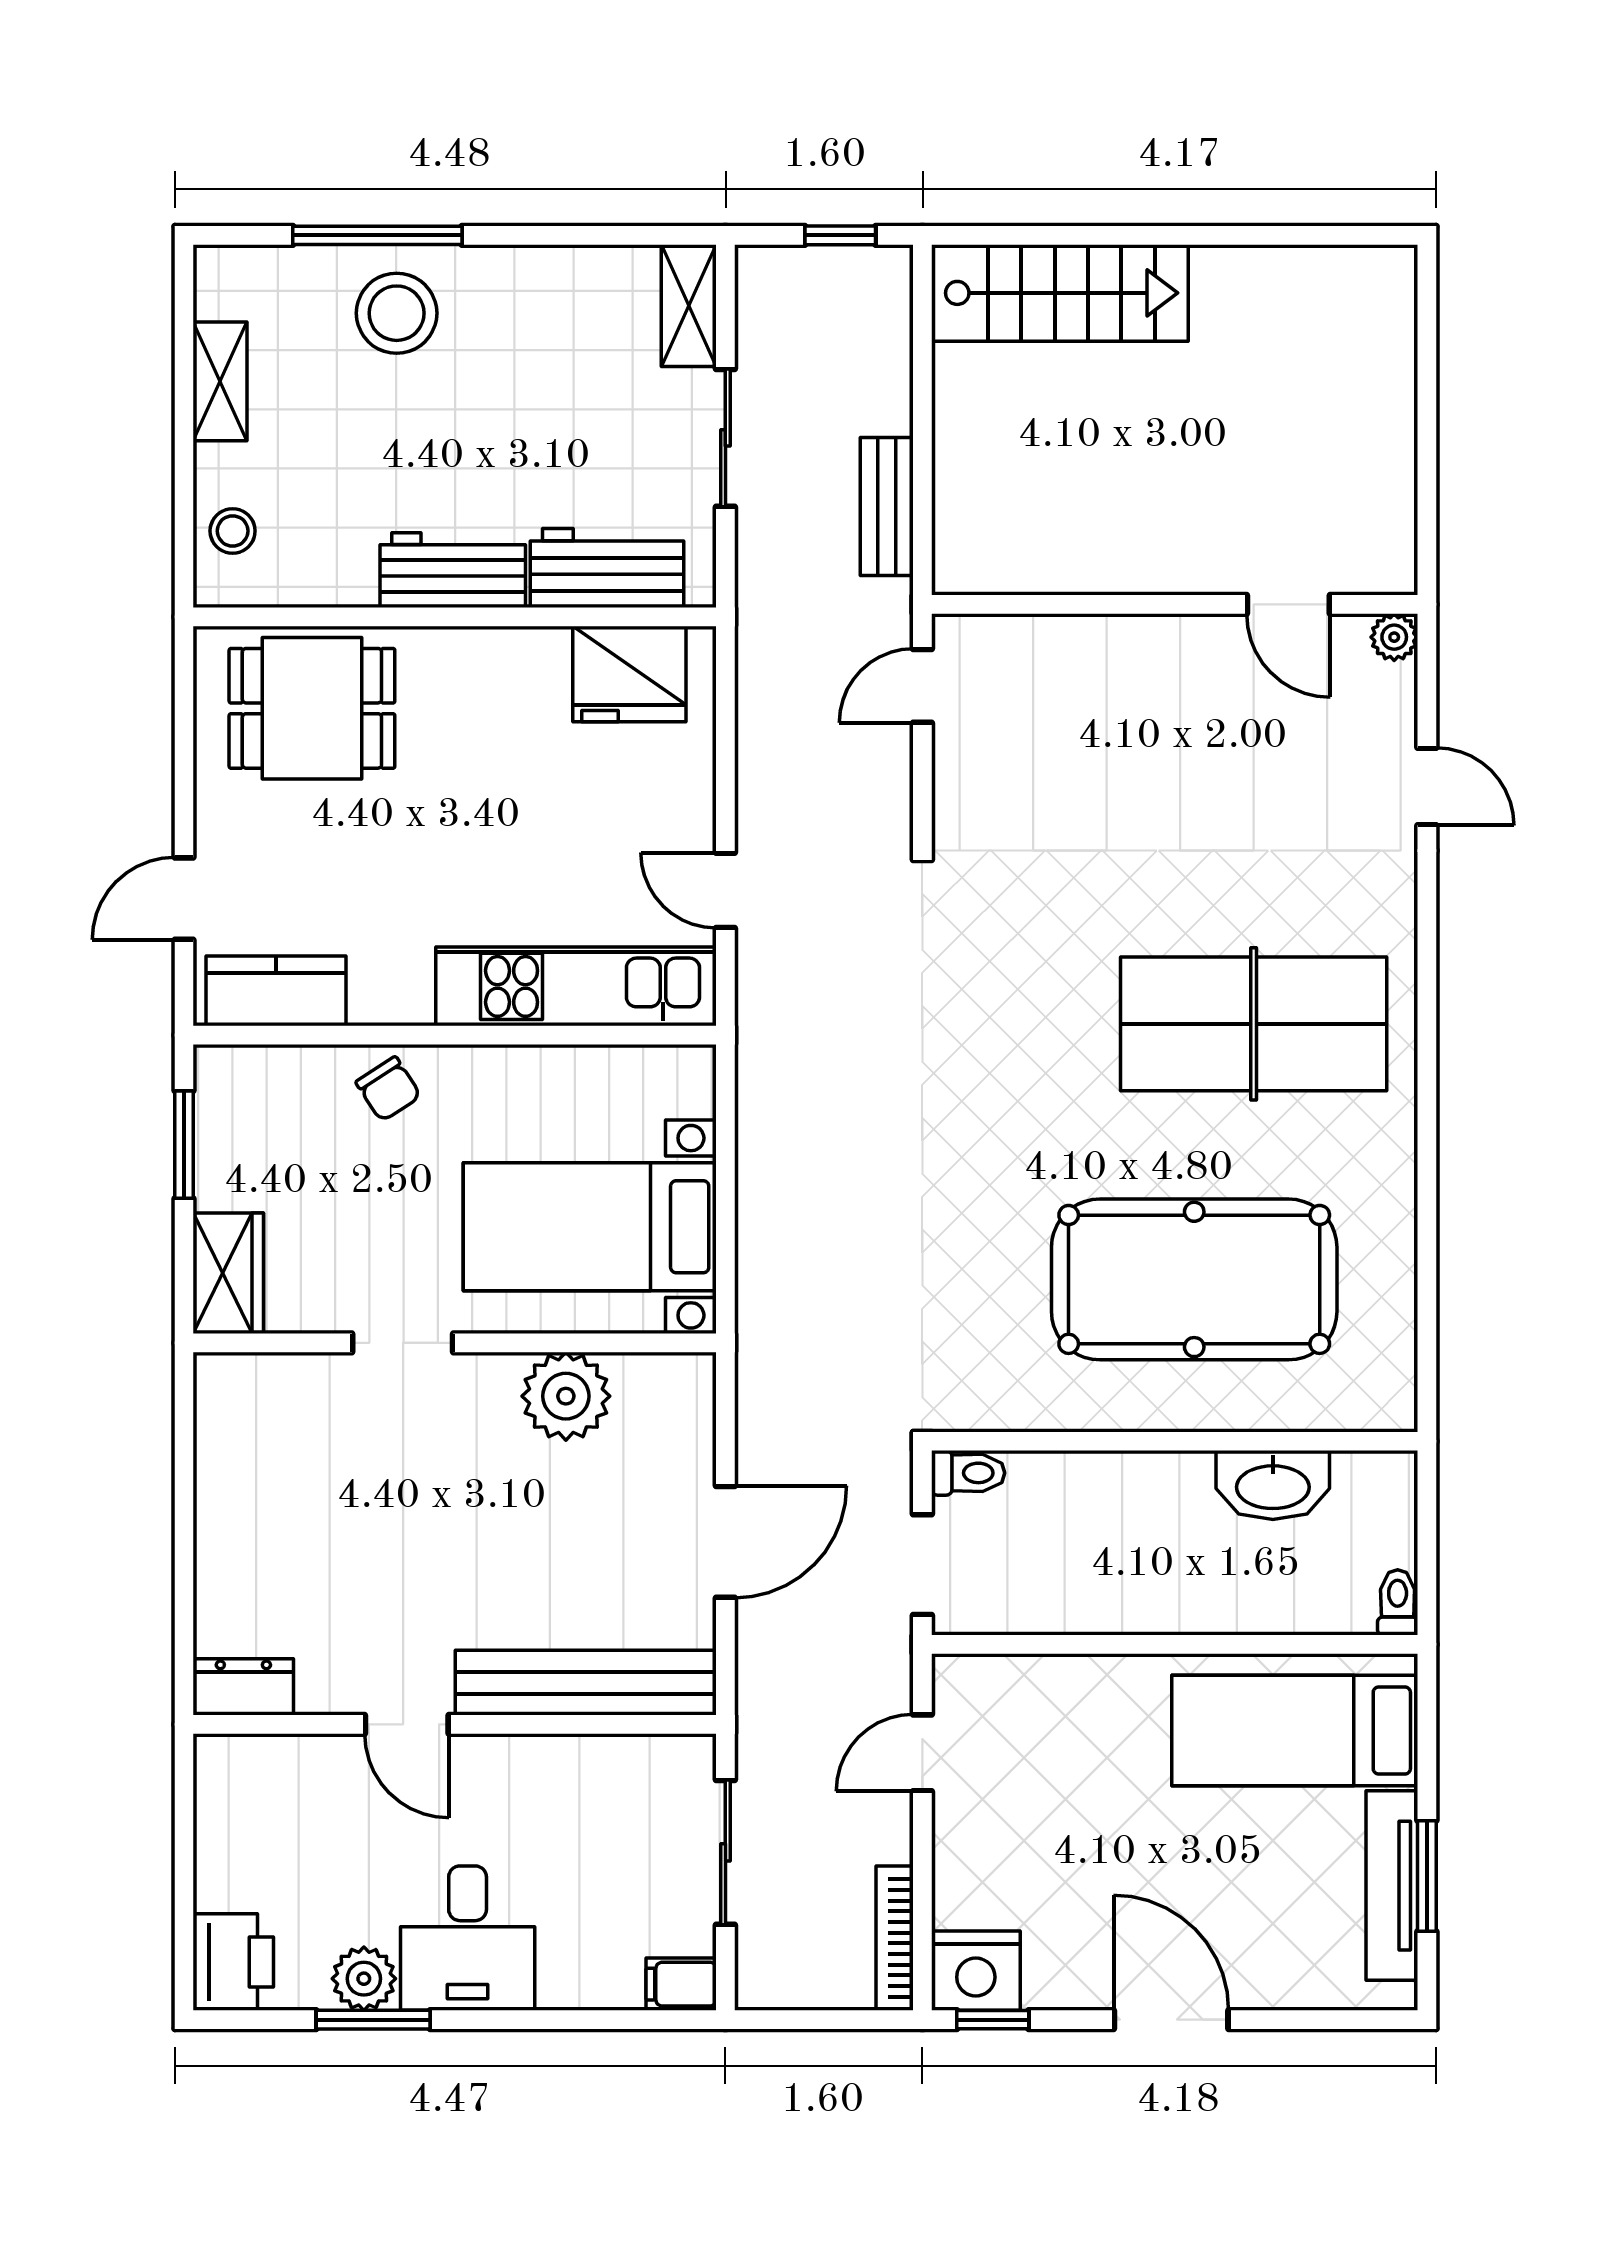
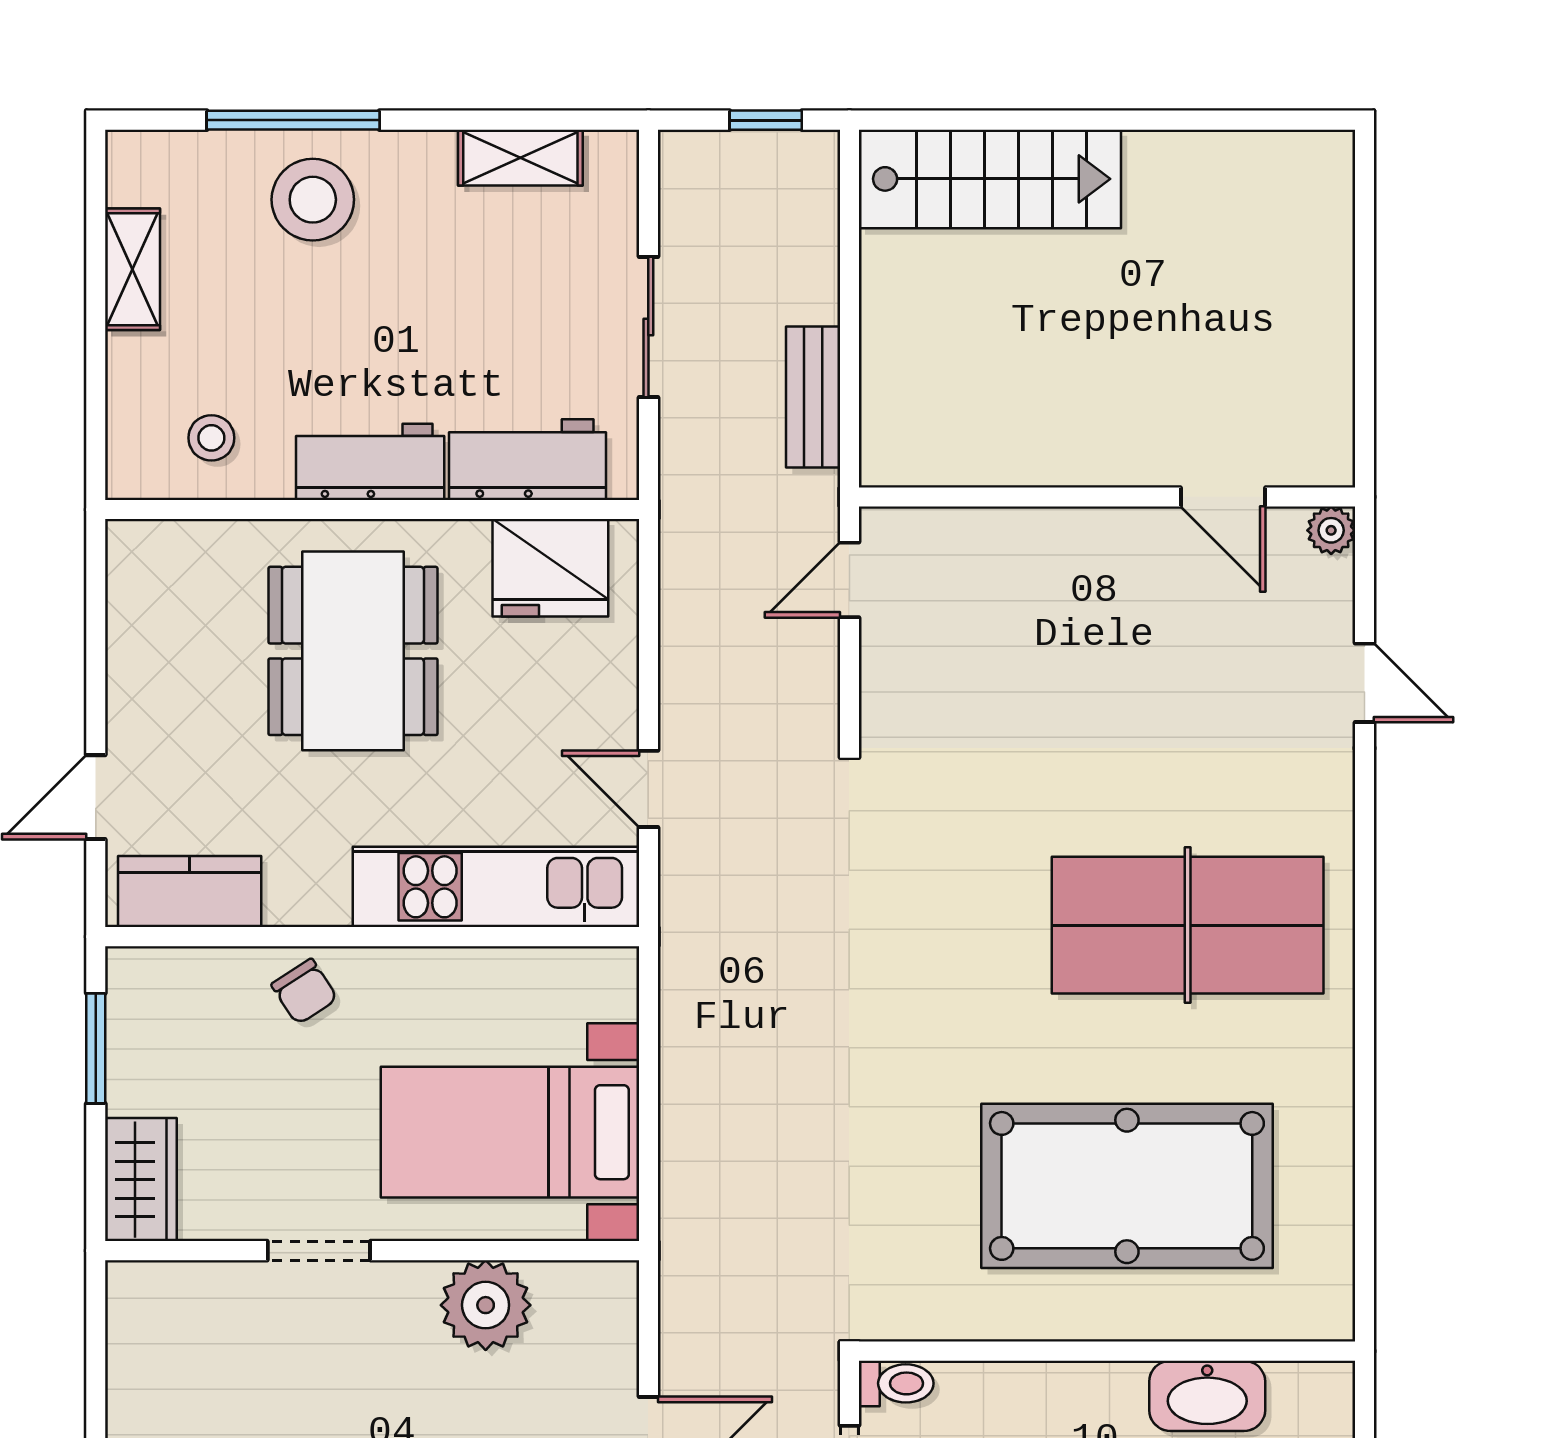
shelving: (689, 306) -> (520, 158), moved, turned 90
stool: (233, 531) -> (211, 438), moved
dining table: (312, 708) -> (353, 651), moved, width x1.38

